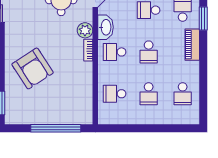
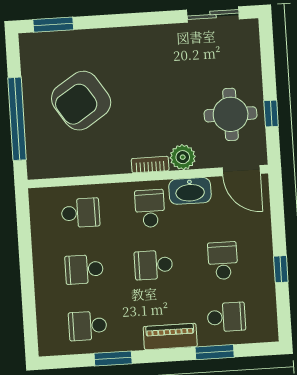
armchair: (33, 68) -> (81, 101), moved
window: (203, 80) -> (113, 358), added
school desk: (115, 94) -> (81, 213), turned 90

